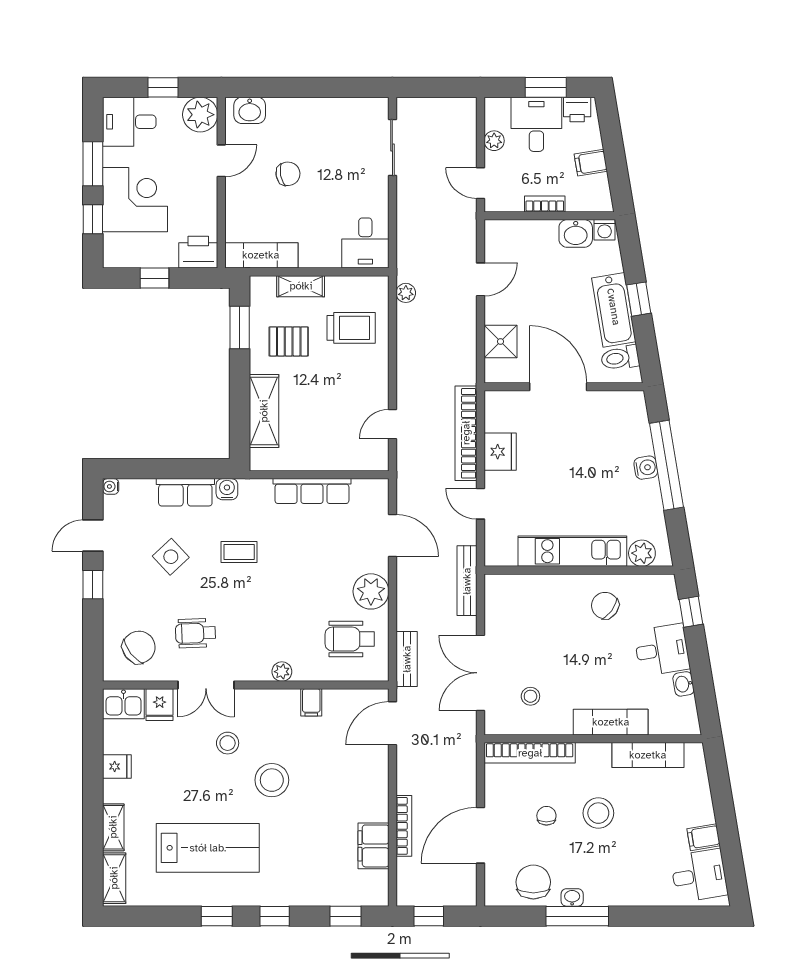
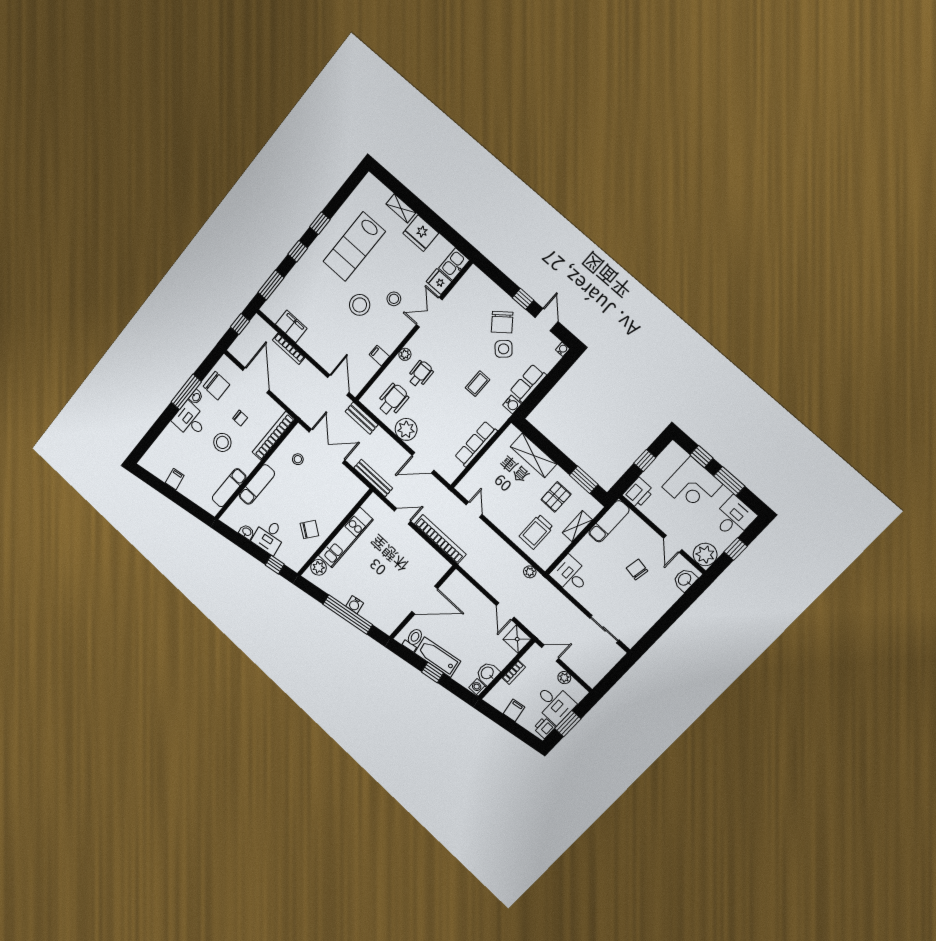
chair: (288, 174) -> (637, 569), turned 111
shower: (500, 342) -> (517, 639), moved
fridge: (500, 452) -> (418, 547), removed
wheelchair: (196, 633) -> (420, 374), moved
chair: (139, 647) -> (502, 322), moved
fridge: (117, 766) -> (421, 233), width x1.88, depth x1.34
desk: (699, 876) -> (190, 420), moved, turned 99
shelving: (114, 878) -> (377, 188), removed
window: (346, 916) -> (271, 285), width x1.50

